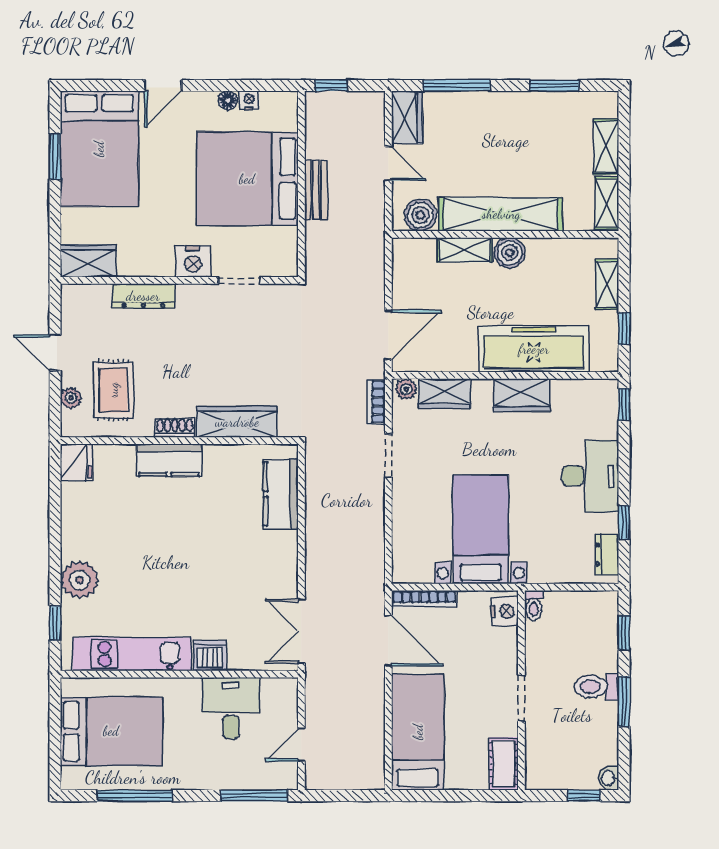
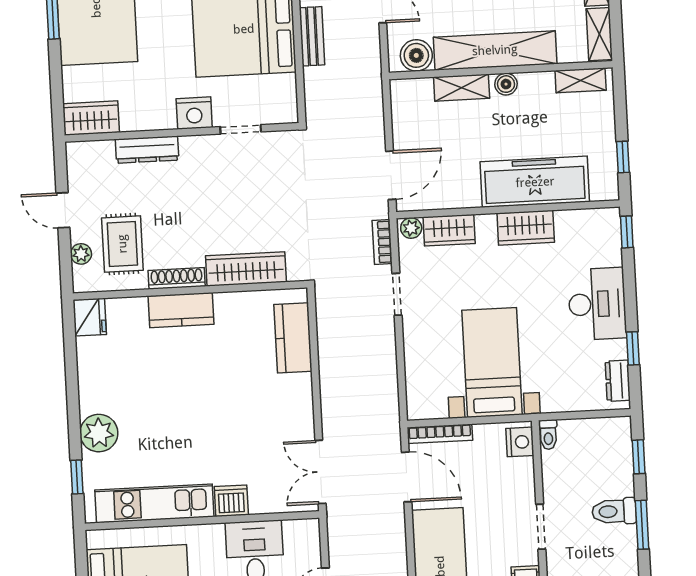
boiler: (510, 253) -> (506, 84), width x0.73, depth x0.73
shelving: (607, 284) -> (581, 80), moved, turned 90
shoe rack: (175, 428) -> (177, 278), width x1.43

